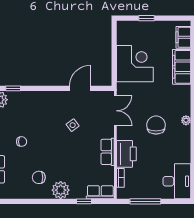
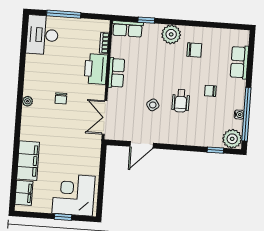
corner desk: (135, 64) -> (73, 195), moved, turned 90
chair: (156, 125) -> (61, 98), width x0.54, depth x0.54
wheelchair: (48, 131) -> (181, 101), added
window: (145, 201) -> (64, 14), moved

